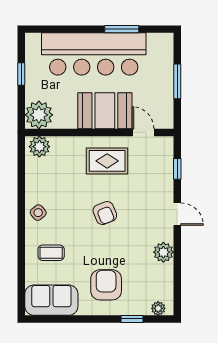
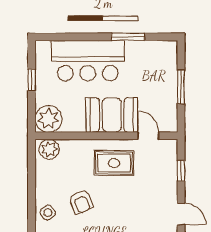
bar counter: (94, 54) -> (88, 61), width x0.73
armchair: (105, 213) -> (81, 202), moved

